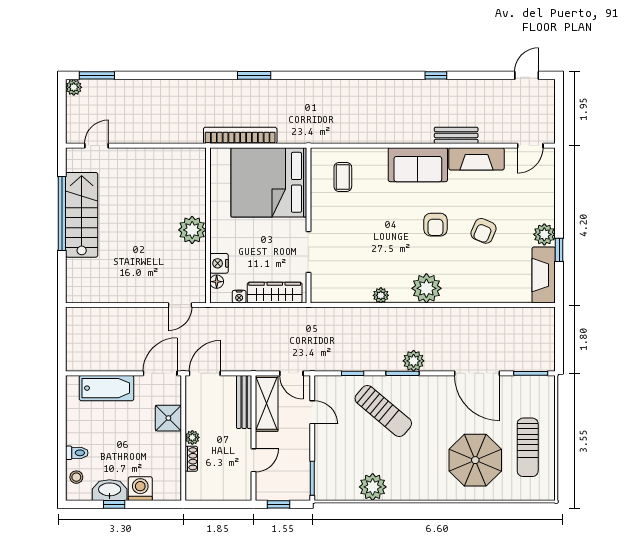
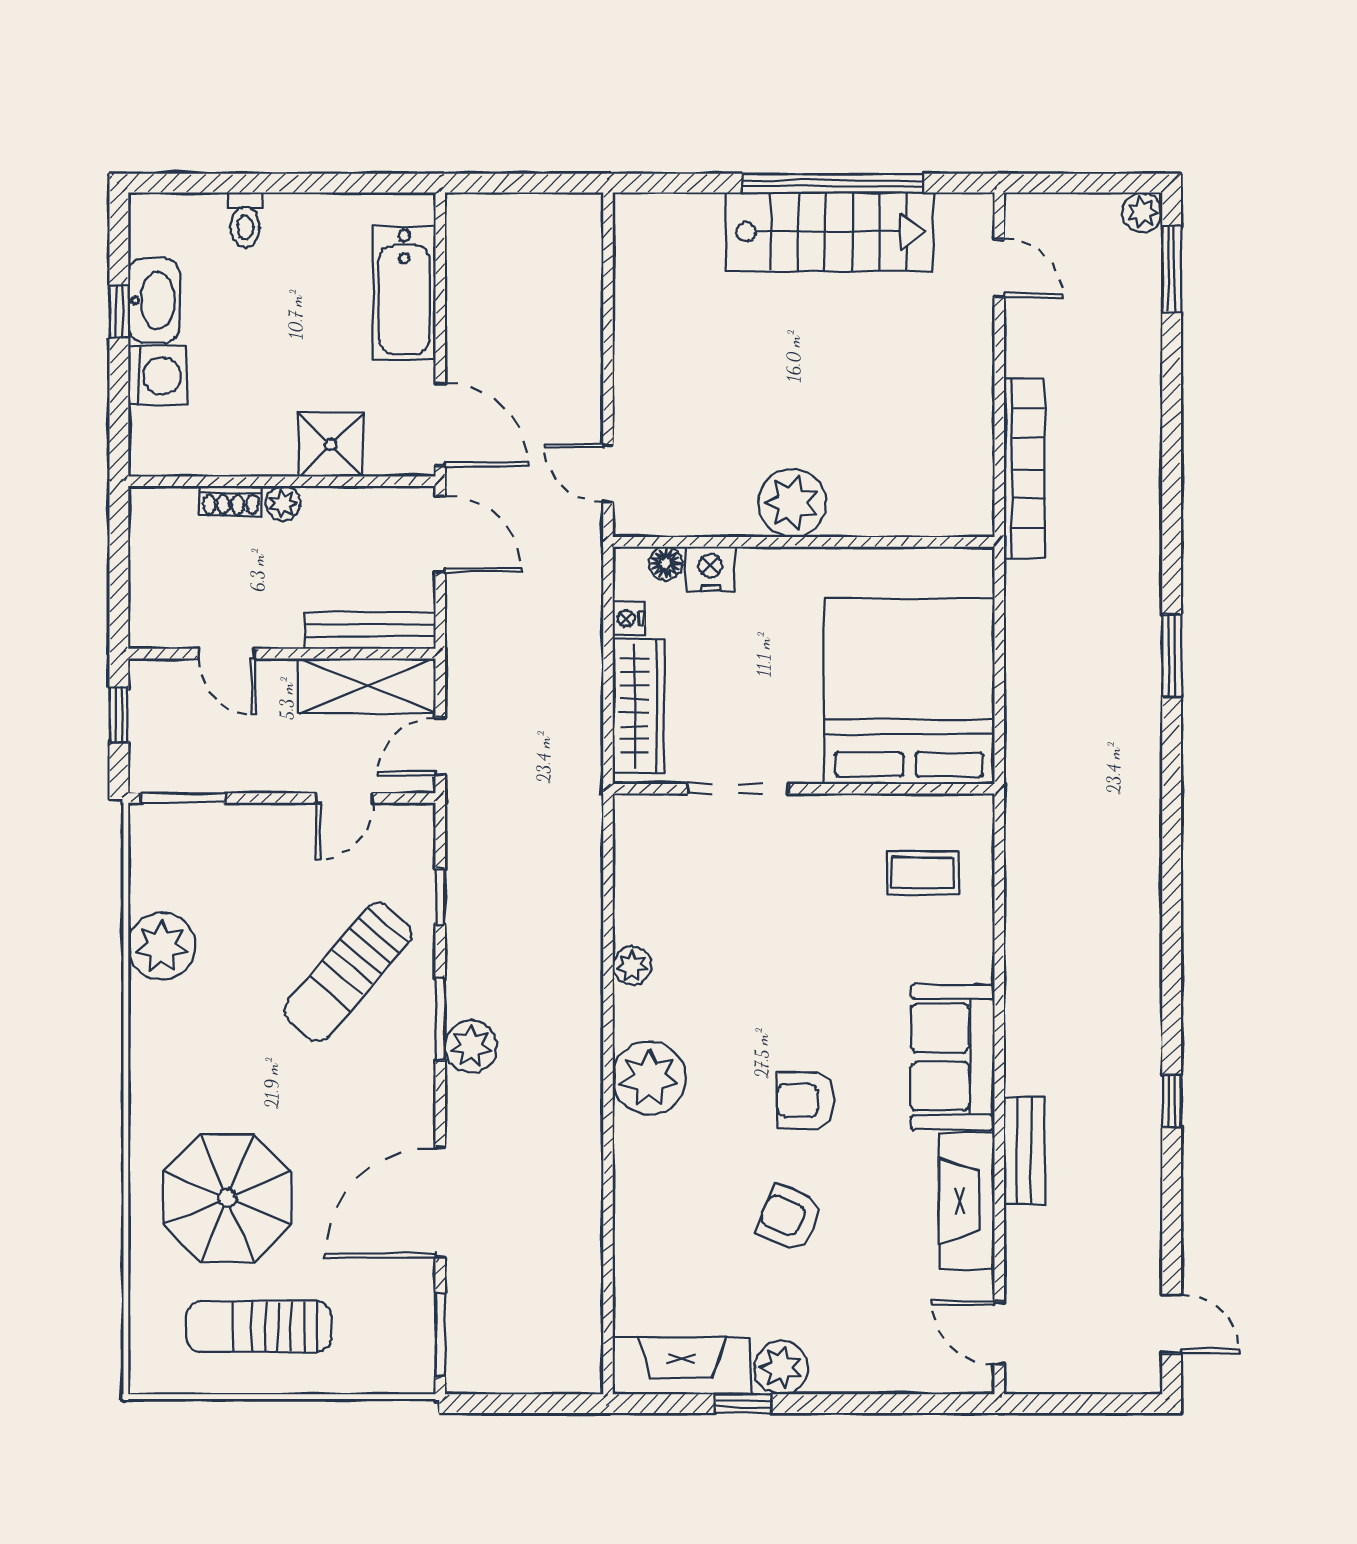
bookcase: (240, 135) -> (1024, 468), moved
stool: (76, 477) -> (186, 219), removed

